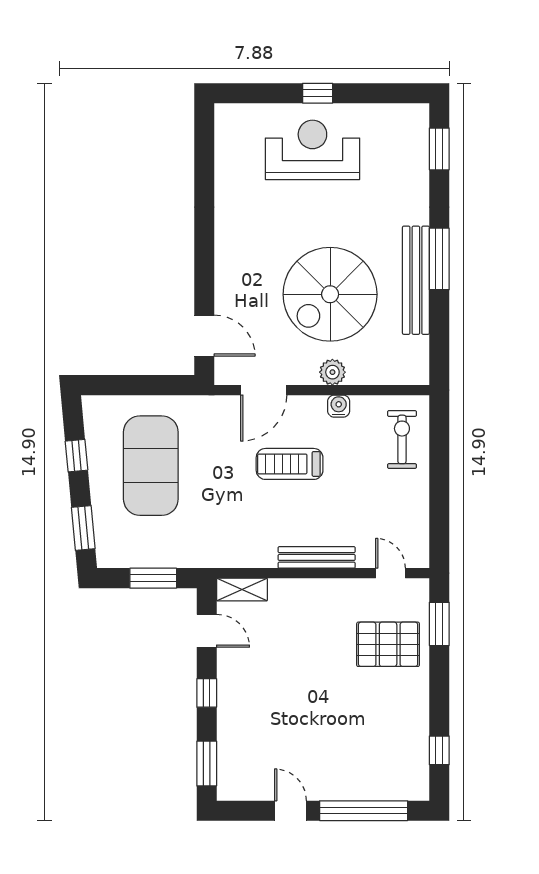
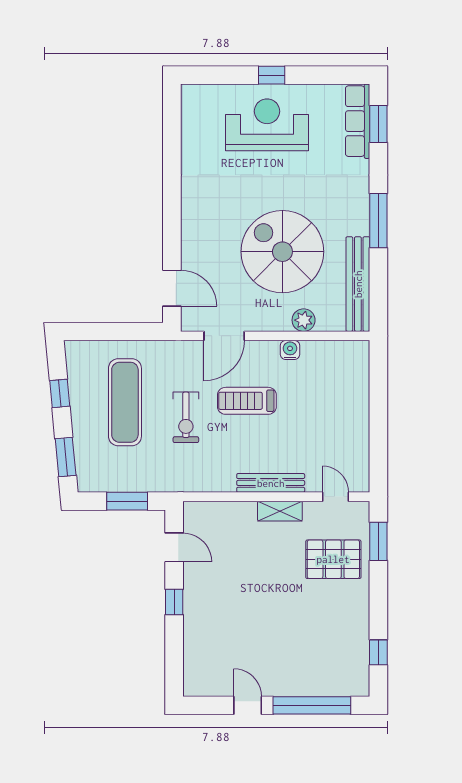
row of seats: (416, 146) -> (358, 121), added
bench: (416, 280) -> (358, 284), moved
spiral stairs: (330, 294) -> (282, 252), turned 90
plant: (332, 372) -> (304, 320), moved
exercise bike: (402, 439) -> (186, 417), moved, turned 180
exercise mat: (151, 466) -> (125, 402), width x0.68
shelving: (242, 590) -> (280, 511), moved
window: (207, 764) -> (174, 664), removed

